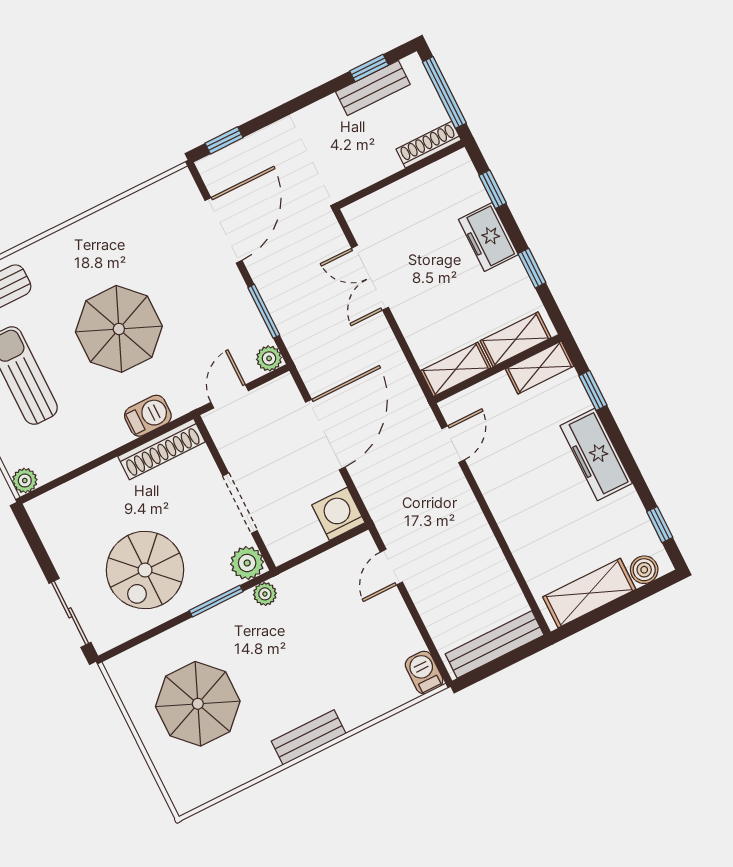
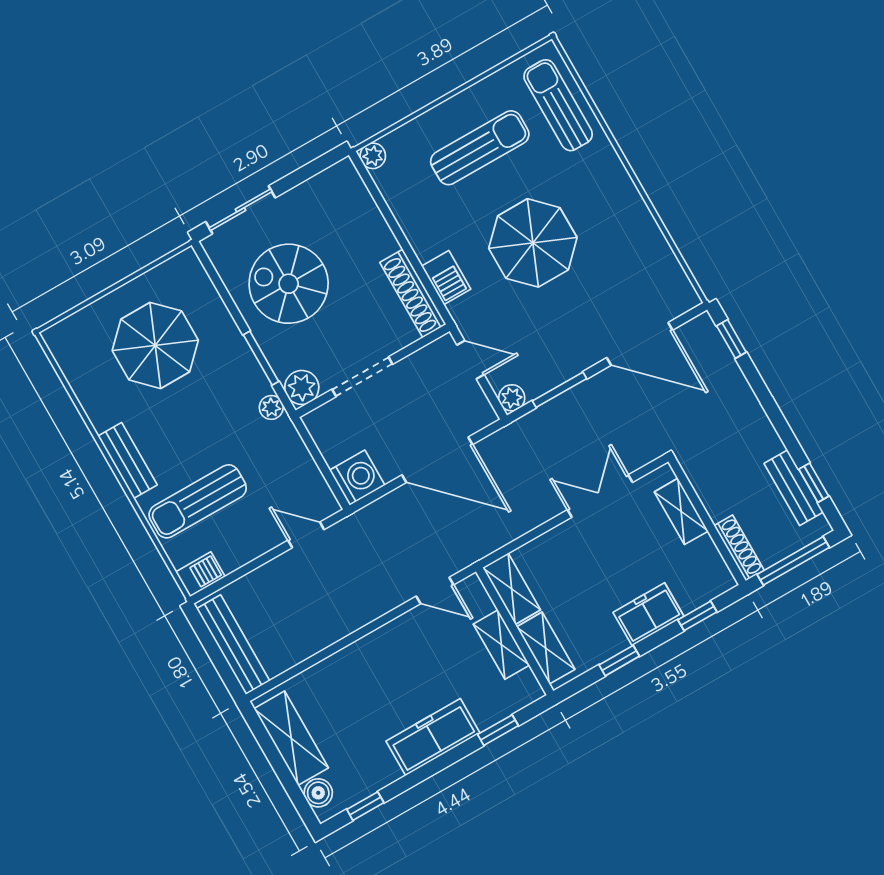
shelving: (390, 199) -> (681, 511), added
shelving: (540, 367) -> (501, 645), moved
sun lounger: (353, 671) -> (198, 501), added

